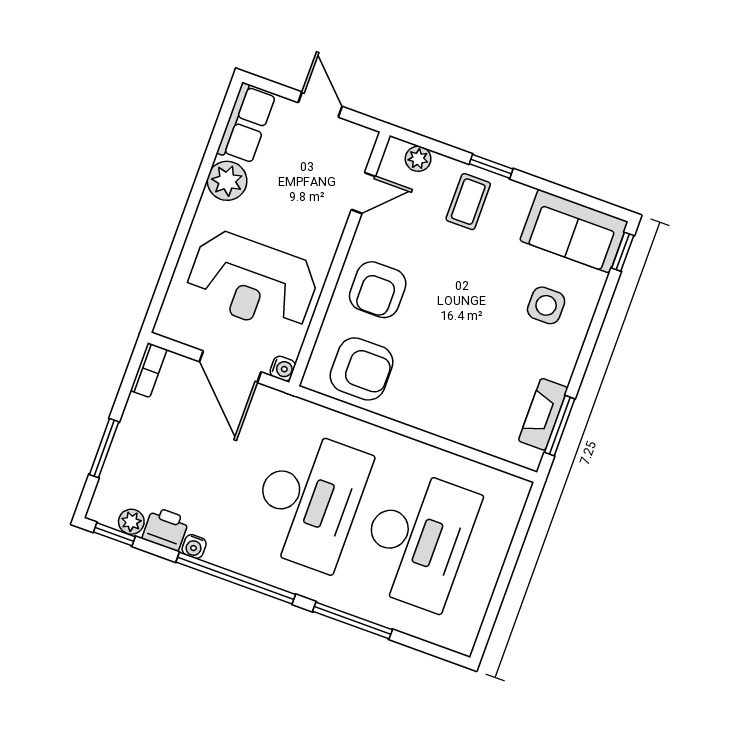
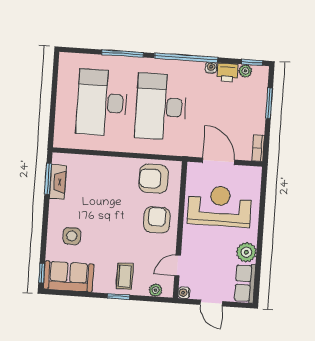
water cooler: (283, 369) -> (184, 293), moved

